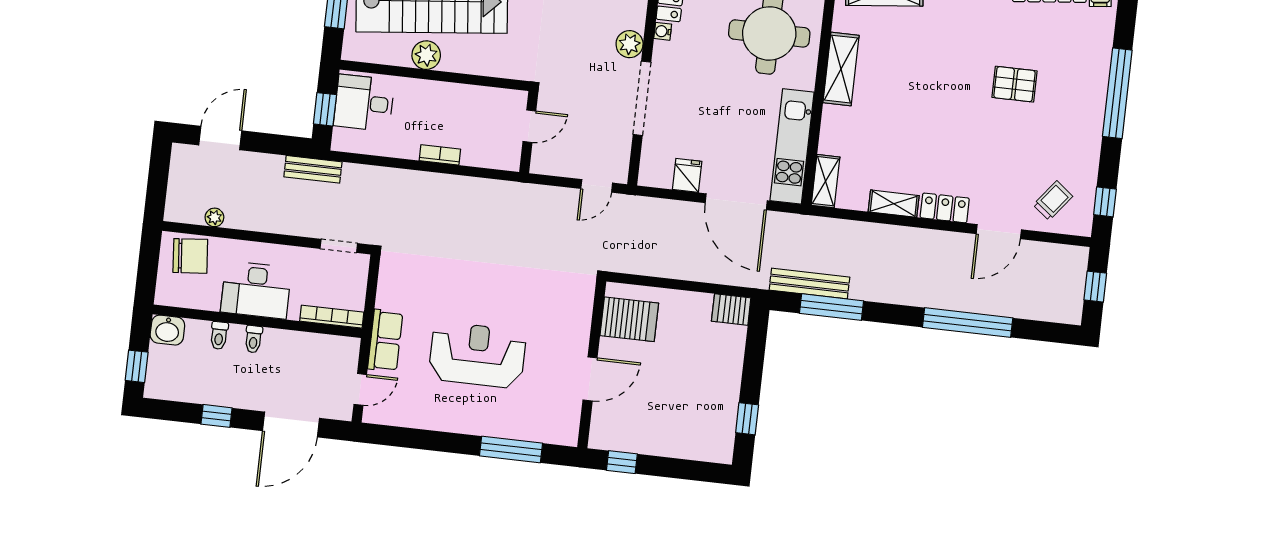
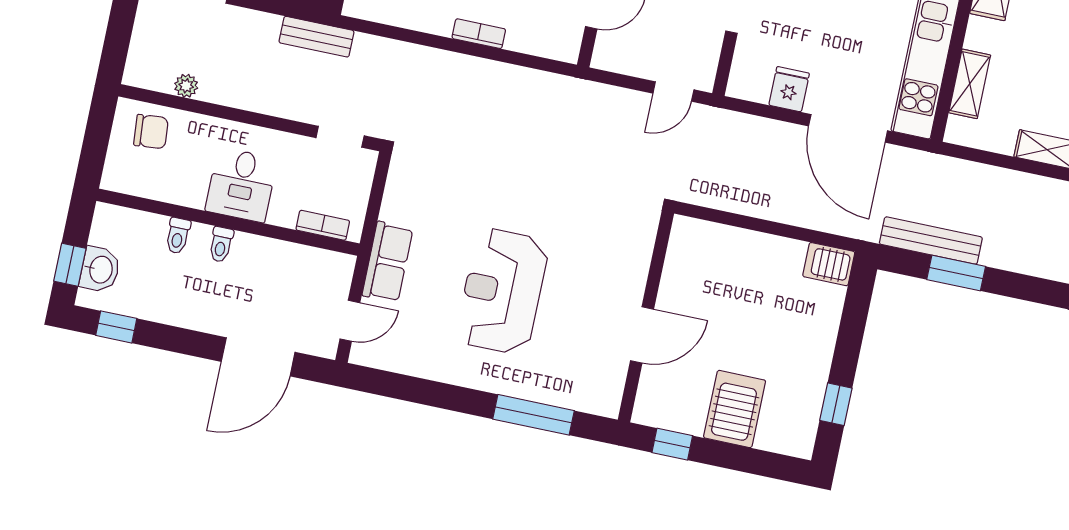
shelving: (826, 181) -> (970, 84), moved
chair: (190, 256) -> (151, 132), width x0.73, depth x0.73
desk: (256, 290) -> (241, 185), width x0.73
window: (832, 307) -> (956, 273), width x0.69
bookcase: (332, 317) -> (323, 225), width x0.64
server rack: (629, 319) -> (735, 409), moved, turned -90
washbasin: (167, 330) -> (100, 269), moved, turned -90
reception desk: (477, 355) -> (502, 291), turned -90
window: (216, 416) -> (116, 327), moved

